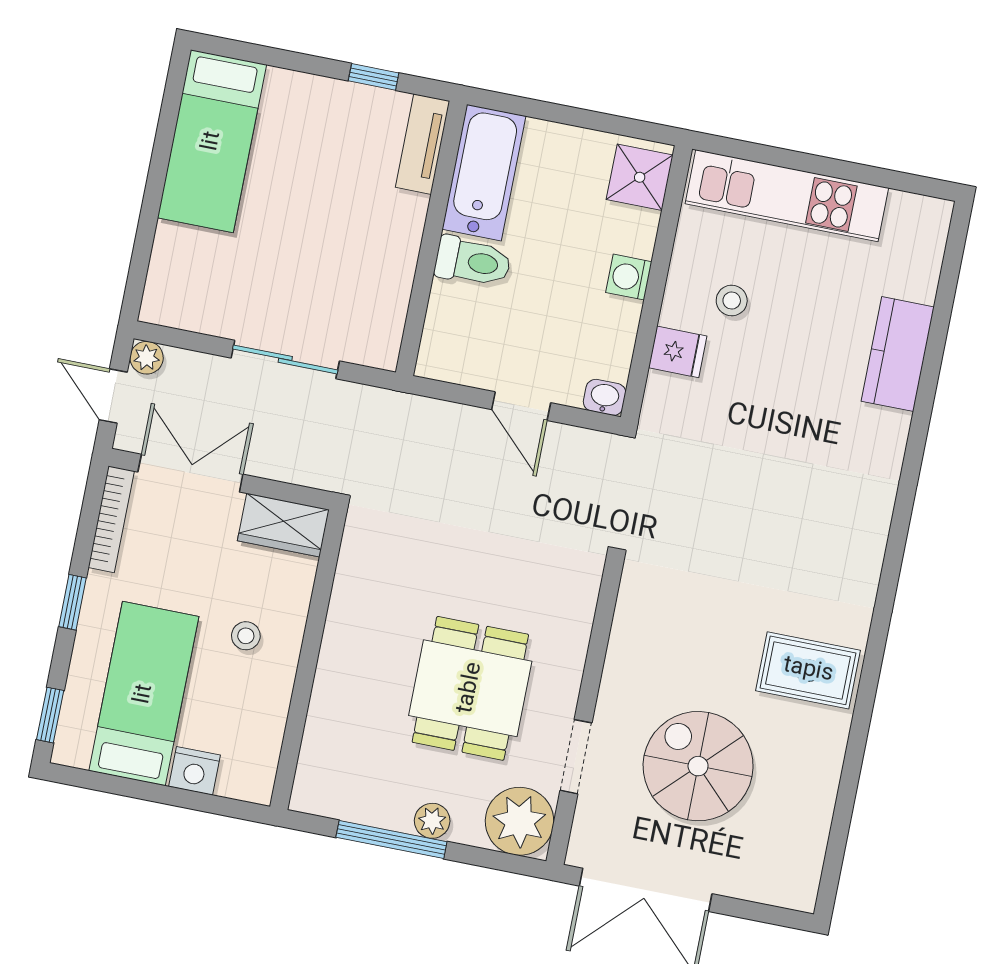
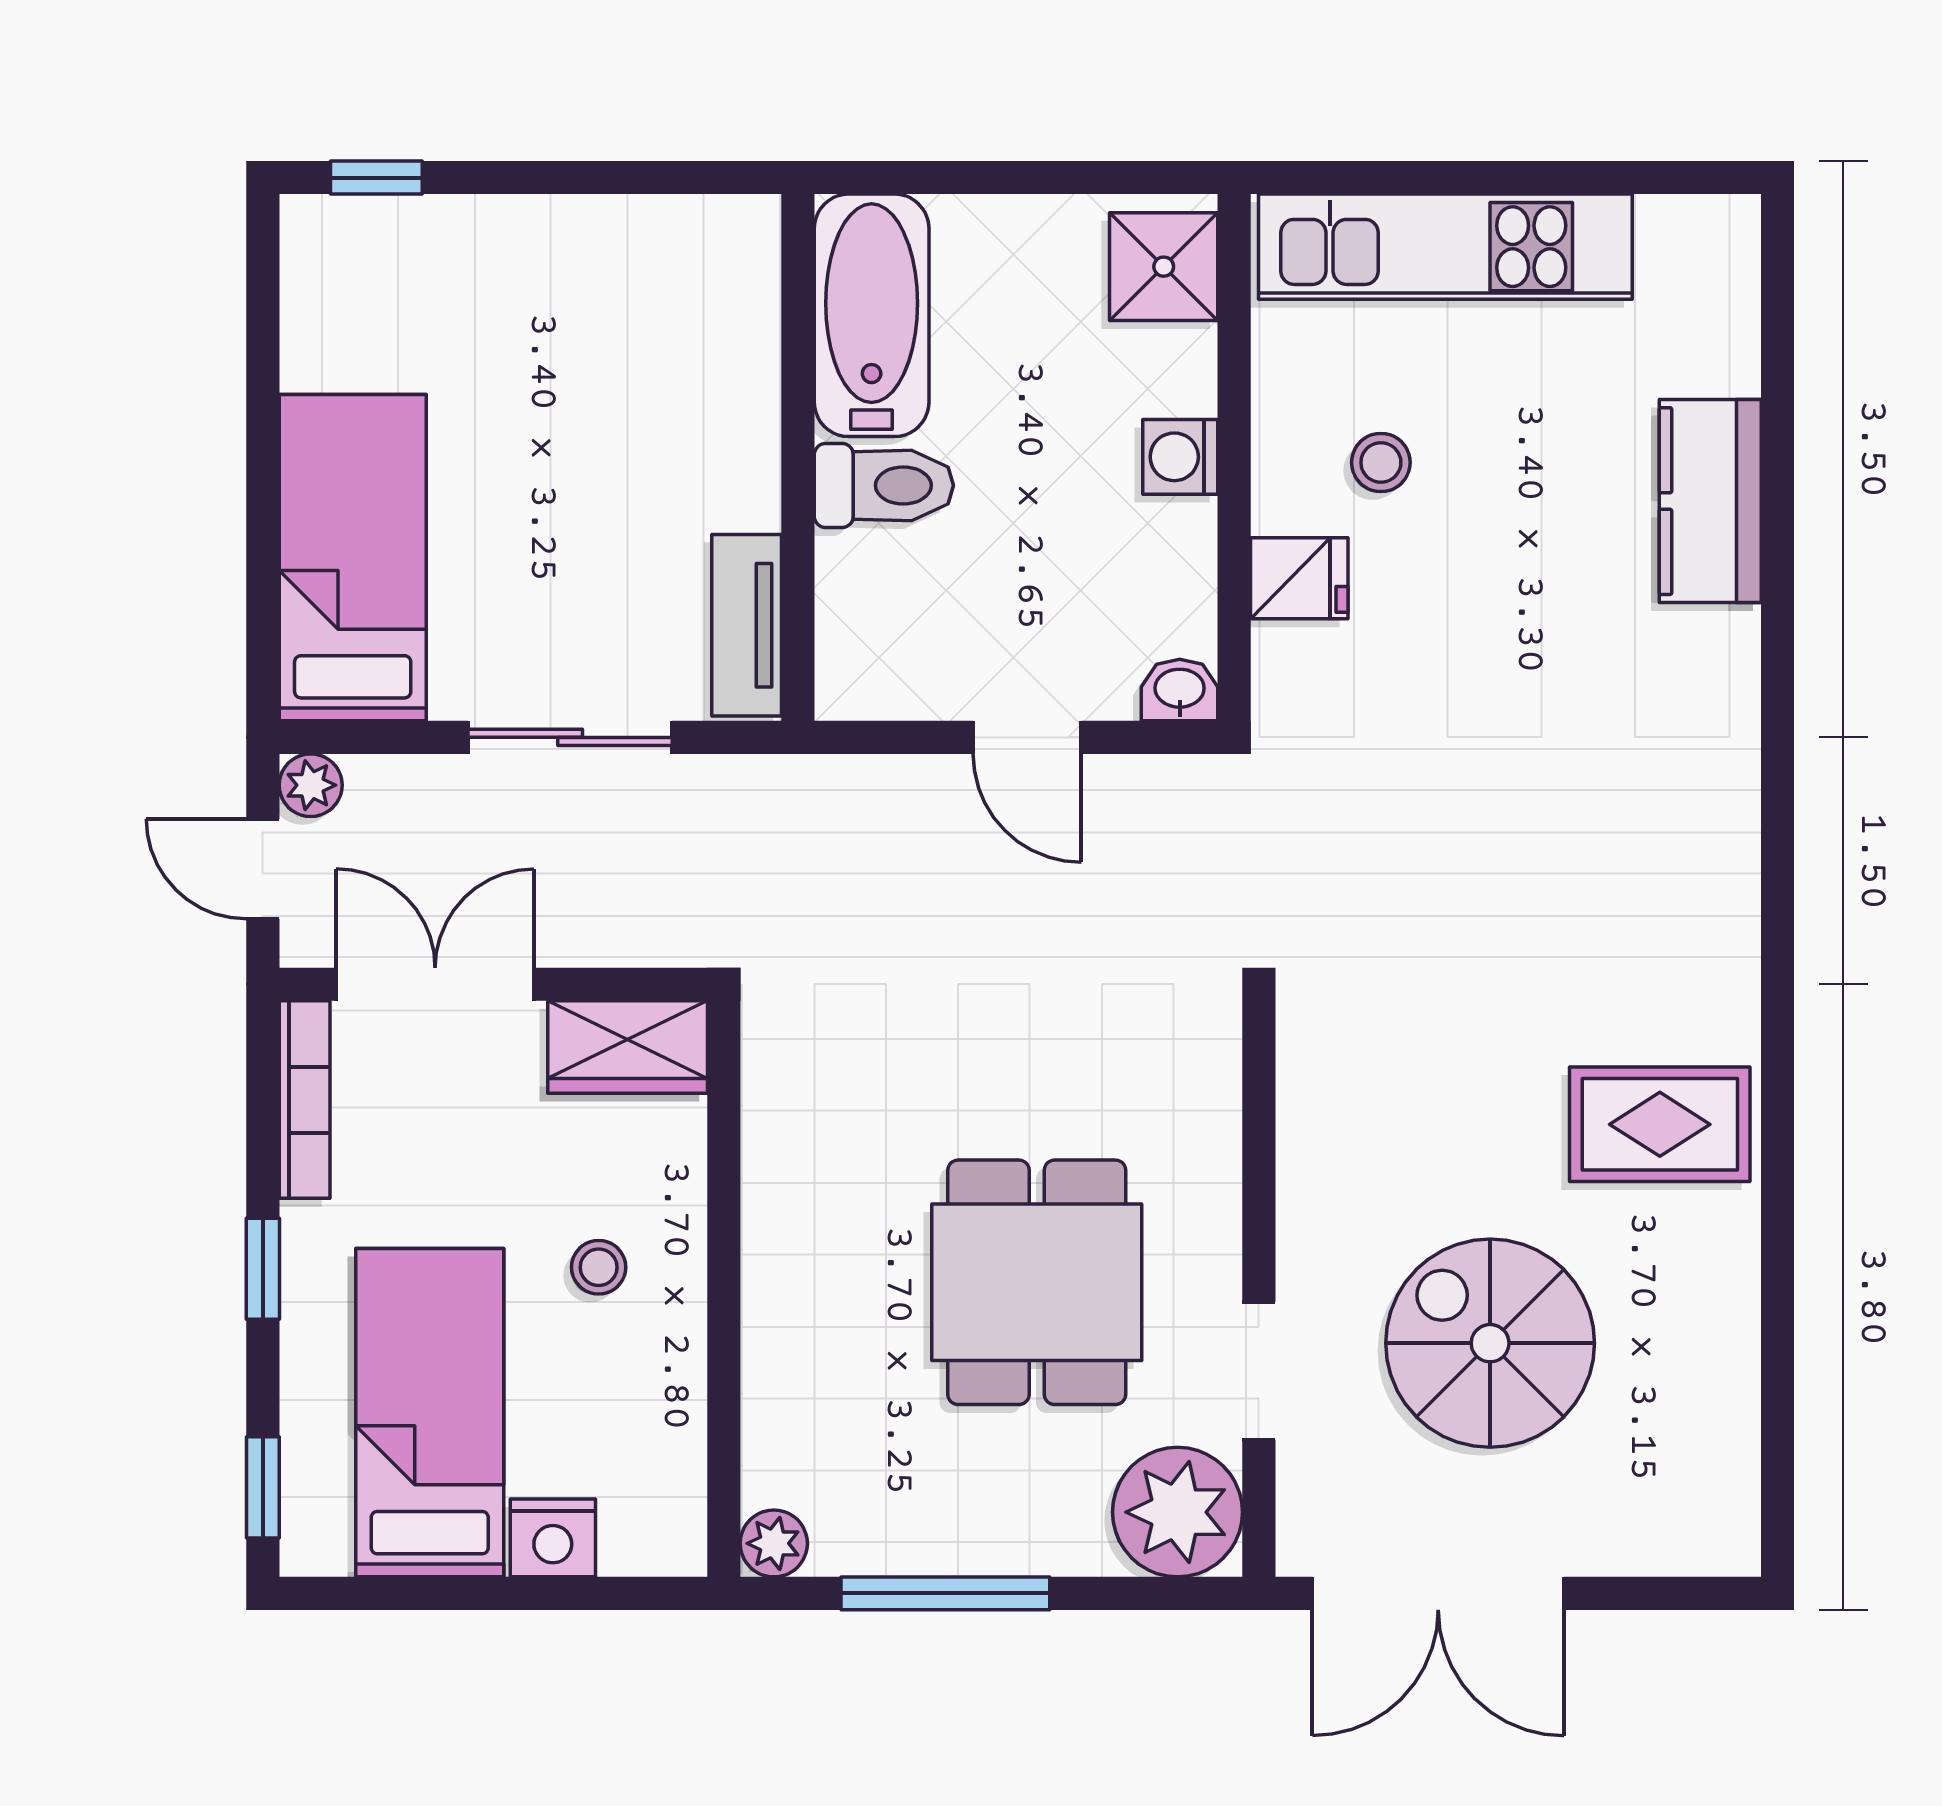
window: (374, 77) -> (376, 178), moved
bed: (212, 141) -> (353, 558), moved, turned 180
tv unit: (423, 144) -> (747, 625), moved
plant: (432, 821) -> (774, 1543), moved

